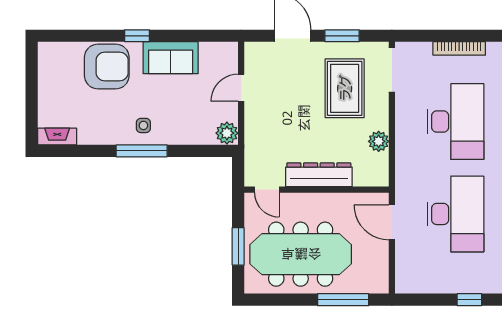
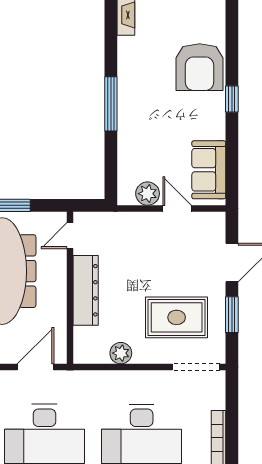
sofa: (171, 58) -> (209, 170), moved
side table: (143, 125) -> (137, 106), removed
plant: (227, 133) -> (148, 194), moved

